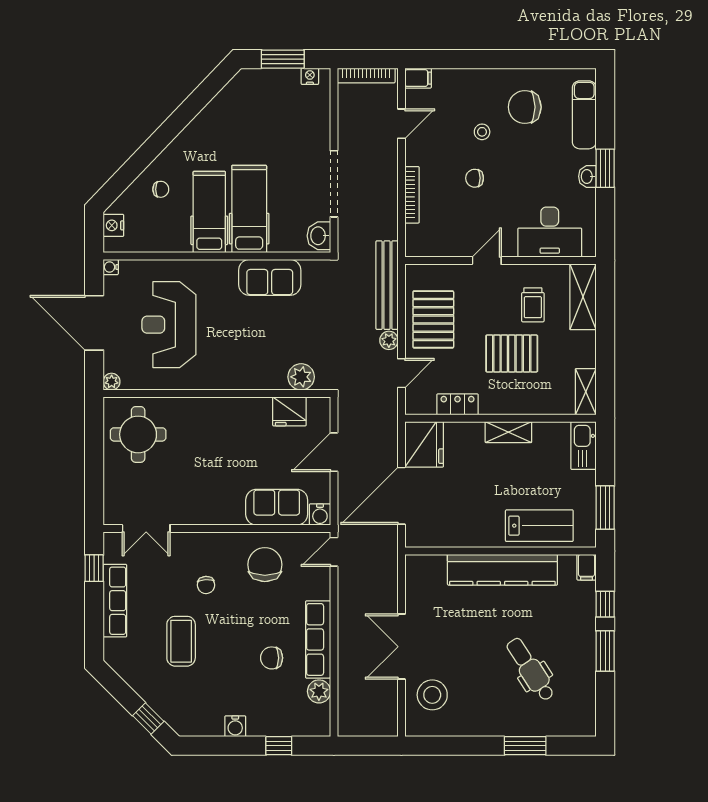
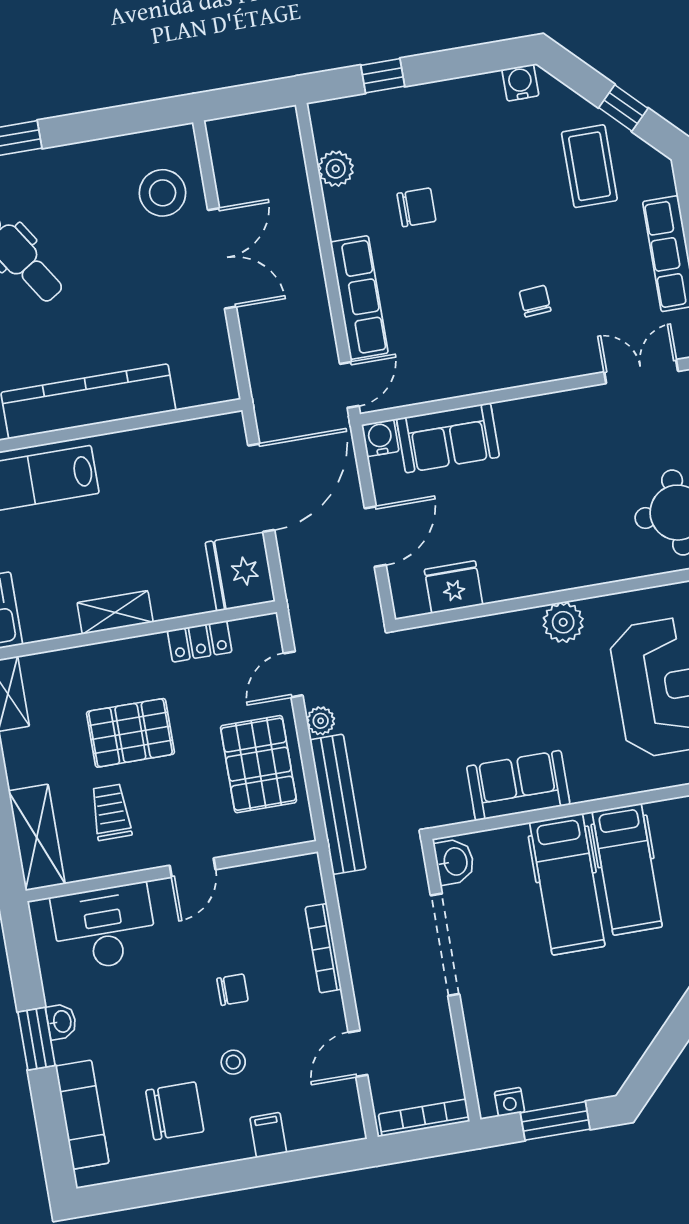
filing cabinet: (418, 78) -> (268, 1135), moved, turned 90
plant: (301, 377) -> (563, 622), moved
chair: (265, 565) -> (451, 348), removed
row of seats: (318, 639) -> (359, 298), moved
coffee table: (181, 641) -> (589, 166), moved
window: (148, 719) -> (623, 108), moved
water cooler: (235, 726) -> (520, 83), moved

